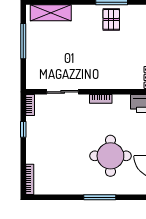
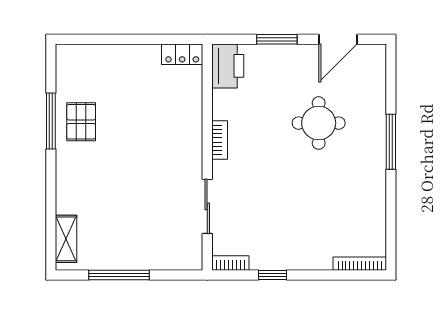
shelving: (51, 13) -> (66, 239), width x0.67, depth x0.75
pallet: (111, 19) -> (81, 122), turned 90
round table: (110, 156) -> (319, 123), width x0.73, depth x0.73

